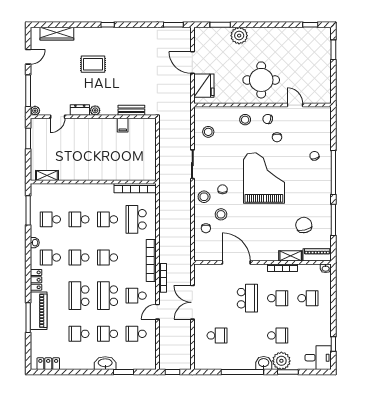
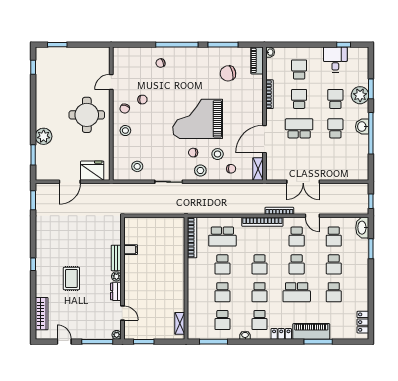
bench: (131, 110) -> (116, 258), moved
grand piano: (264, 178) -> (198, 119), moved
shelving: (291, 256) -> (258, 169), moved
school desk: (108, 296) -> (297, 264), width x0.54
school desk: (217, 335) -> (335, 128), moved
desk: (318, 358) -> (335, 60), moved
washbasin: (105, 363) -> (362, 228), moved
washbasin: (264, 363) -> (362, 127), moved

